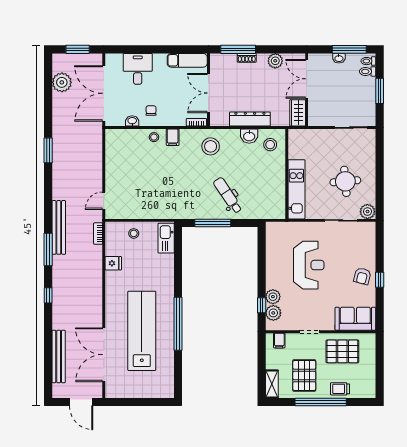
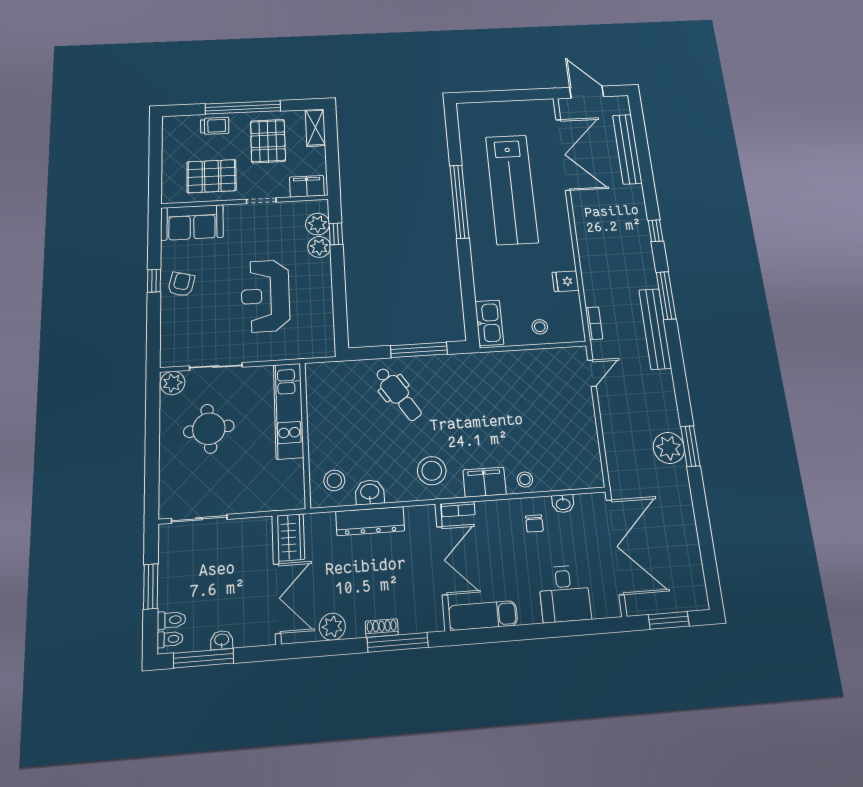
plant: (62, 82) -> (669, 448), moved
filing cabinet: (173, 137) -> (485, 482), width x2.00
filing cabinet: (279, 341) -> (307, 186), width x2.00

